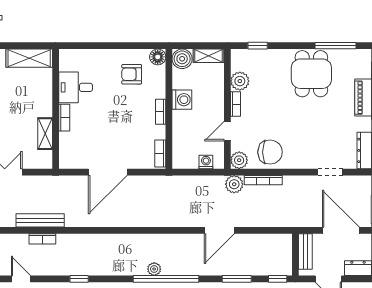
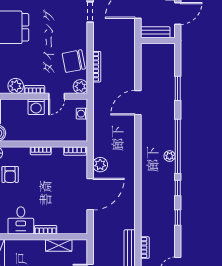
washing machine: (182, 100) -> (36, 107), moved, turned 180
door: (227, 131) -> (57, 96), hinge flipped
chair: (270, 152) -> (74, 61), turned -101
door: (108, 172) -> (90, 194), hinge flipped
plant: (234, 184) -> (100, 165), moved
door: (219, 230) -> (138, 103), swing flipped
window: (278, 279) -> (178, 188), moved

